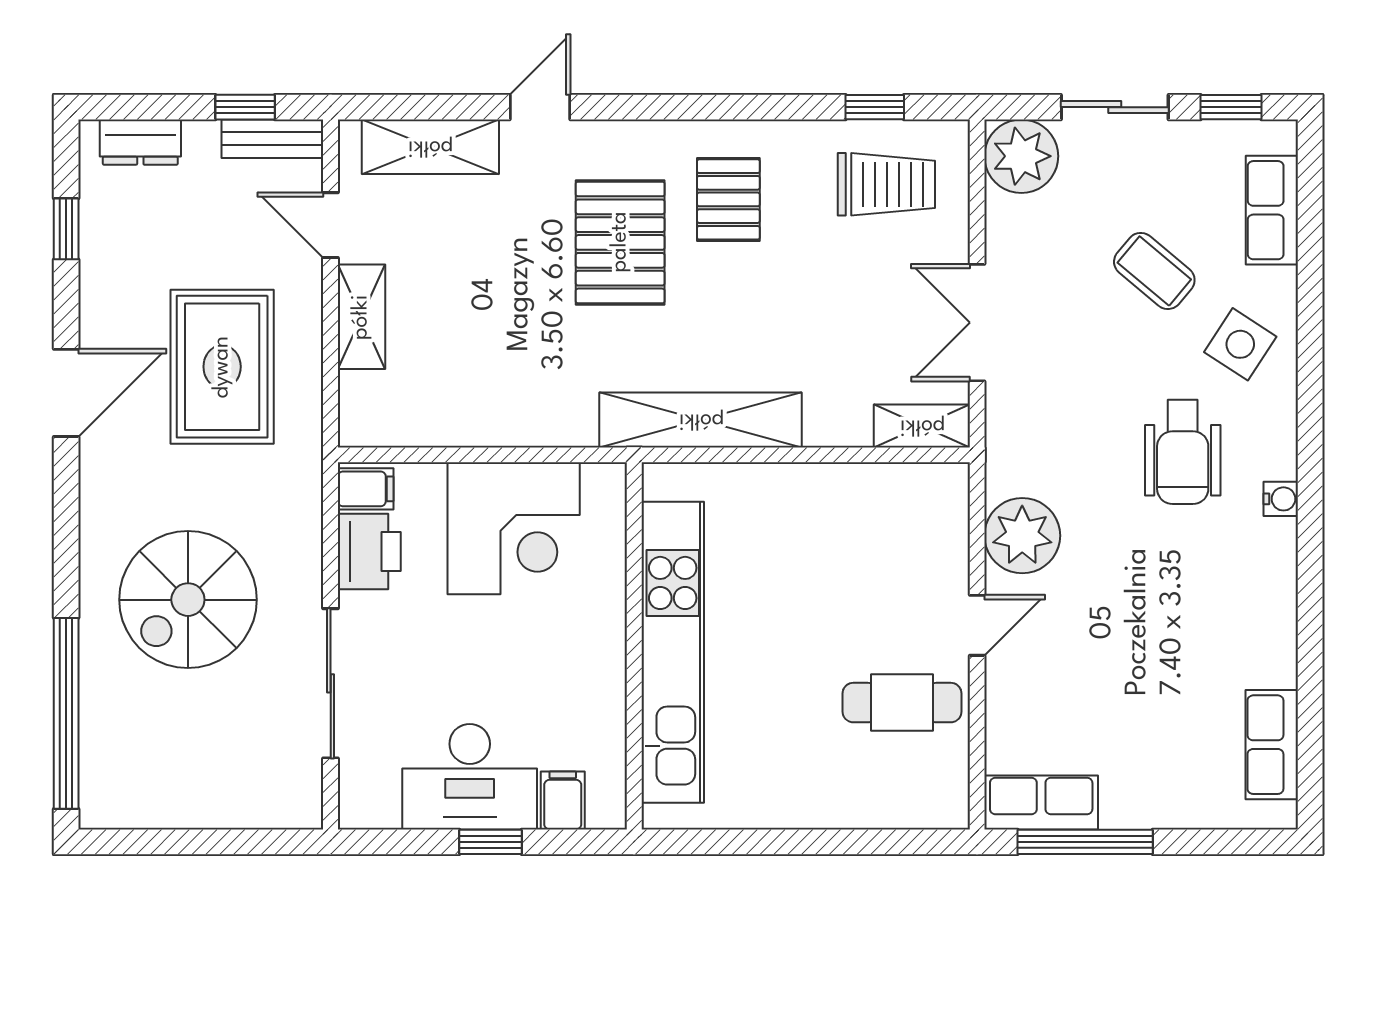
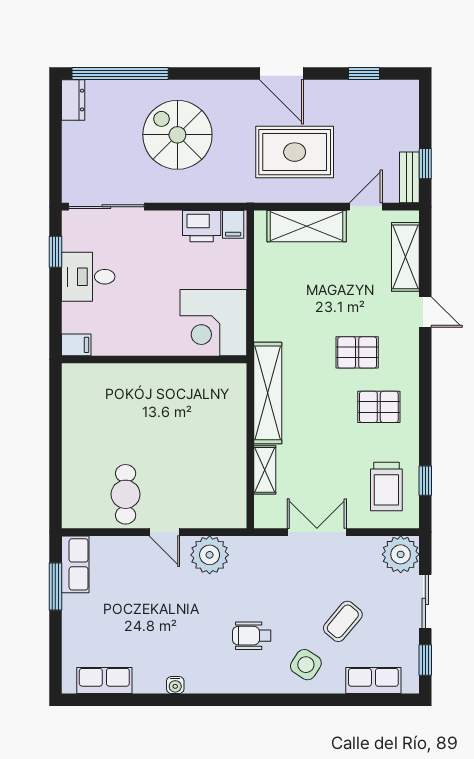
dresser: (140, 142) -> (73, 100), moved, turned 180
pallet: (620, 242) -> (357, 352), width x0.67, depth x0.71
shelving: (361, 317) -> (307, 226), width x1.50, depth x1.33
shelving: (922, 426) -> (265, 470), moved
wheelchair: (1183, 452) -> (252, 636), width x0.73, depth x0.73
water cooler: (1281, 499) -> (175, 685), moved
corner desk: (514, 528) -> (213, 323), moved
kitchen unit: (673, 652) -> (151, 379), removed
sliding door: (331, 683) -> (106, 207), moved
desk: (470, 777) -> (88, 277), width x0.73
filing cabinet: (563, 800) -> (76, 345), moved
window: (490, 842) -> (55, 252), moved
window: (1085, 842) -> (55, 587), width x0.69

